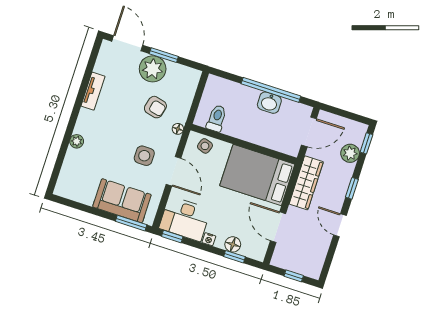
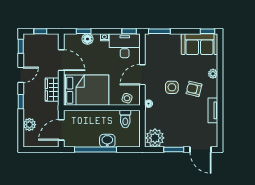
plant: (153, 69) -> (155, 138), moved
washbasin: (269, 103) -> (107, 141), moved
armchair: (155, 107) -> (194, 89), moved
window: (366, 143) -> (21, 46), moved
side table: (144, 156) -> (172, 87), moved
door: (174, 171) -> (142, 75), hinge flipped
wardrobe: (306, 183) -> (52, 90), width x0.67
sofa: (122, 201) -> (200, 44), moved
window: (65, 202) -> (207, 31), added
door: (340, 225) -> (21, 75), hinge flipped

